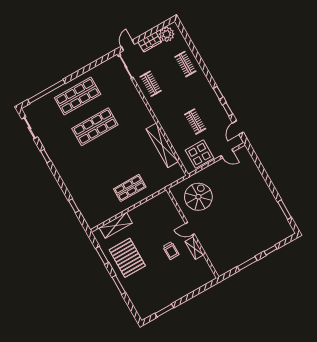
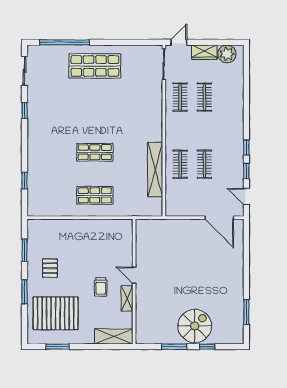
clothes rail: (185, 64) -> (204, 97), moved
shop shelf: (95, 127) -> (95, 152), moved, width x0.70, depth x0.74
door: (238, 128) -> (246, 196), hinge flipped
clothes rail: (178, 131) -> (180, 164), added
display table: (200, 154) -> (190, 201), removed
door: (227, 154) -> (219, 218), width x1.88
spiral stairs: (198, 197) -> (195, 326), moved
shelving: (116, 225) -> (114, 336), moved
pallet: (127, 258) -> (50, 268), width x0.49, depth x0.50
pallet: (150, 288) -> (56, 313), added

